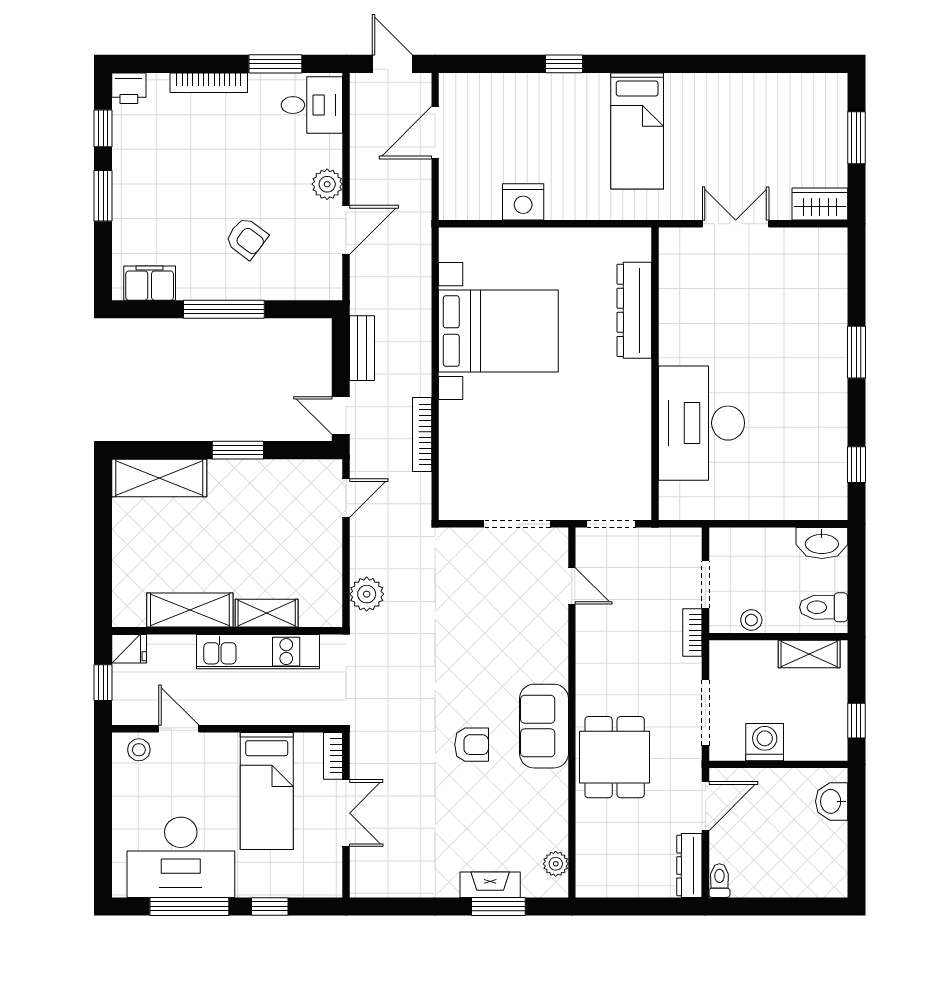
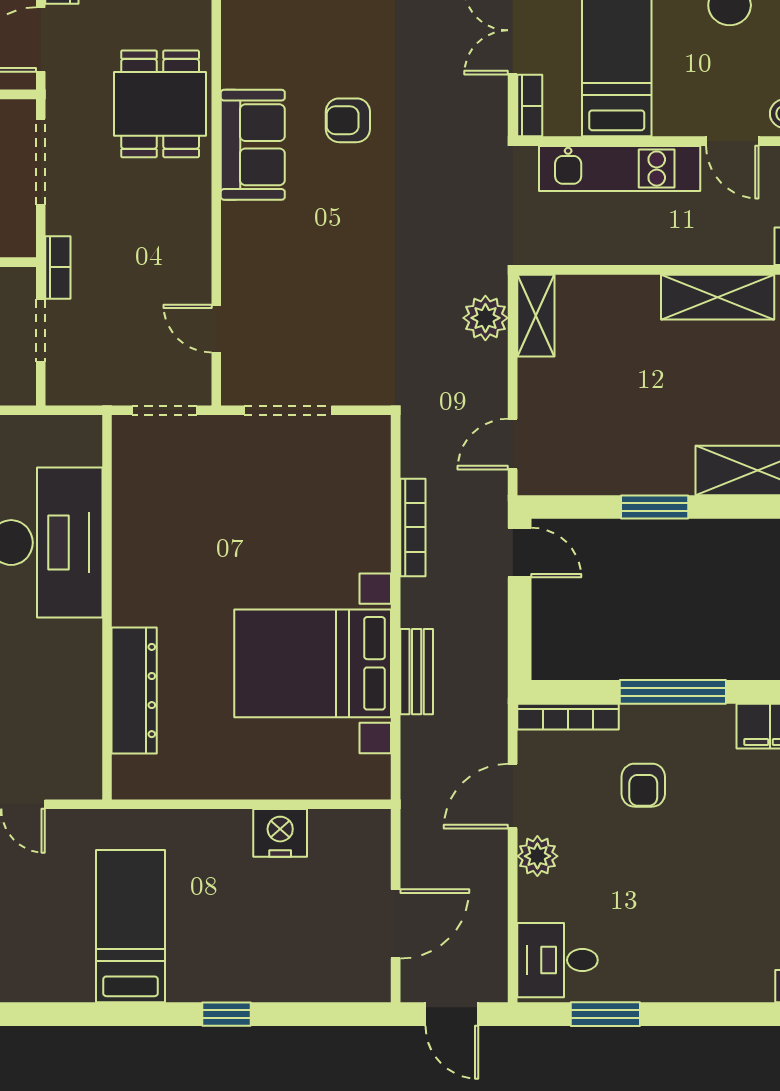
bookcase: (209, 83) -> (568, 717), moved, turned 180
armchair: (247, 238) -> (643, 785), turned -127
bench: (362, 348) -> (417, 672), moved
shelving: (267, 613) -> (536, 316), moved, turned 90
kitchen unit: (258, 652) -> (620, 169), moved, turned 180

